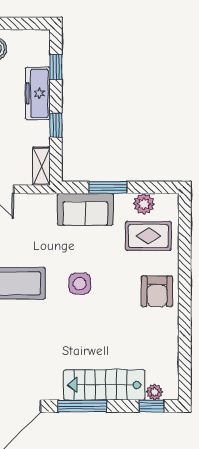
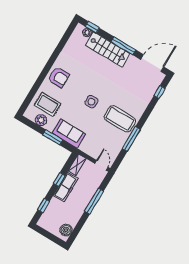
freezer: (38, 93) -> (66, 187), moved
armchair: (157, 291) -> (59, 77), turned 90

